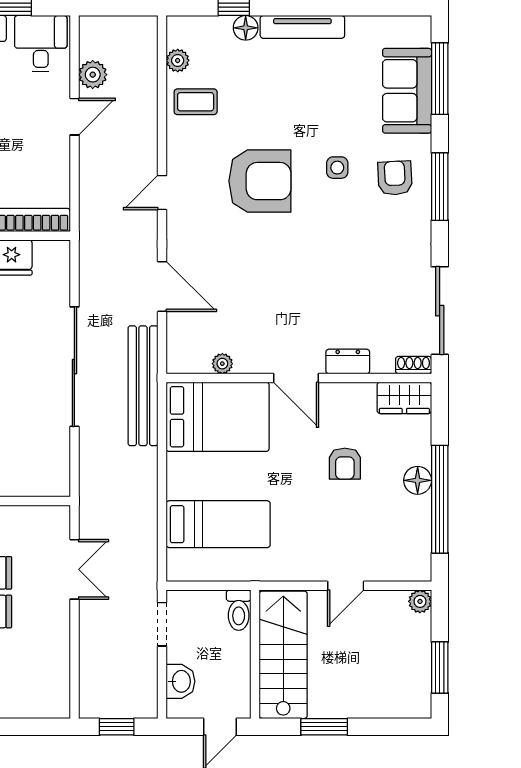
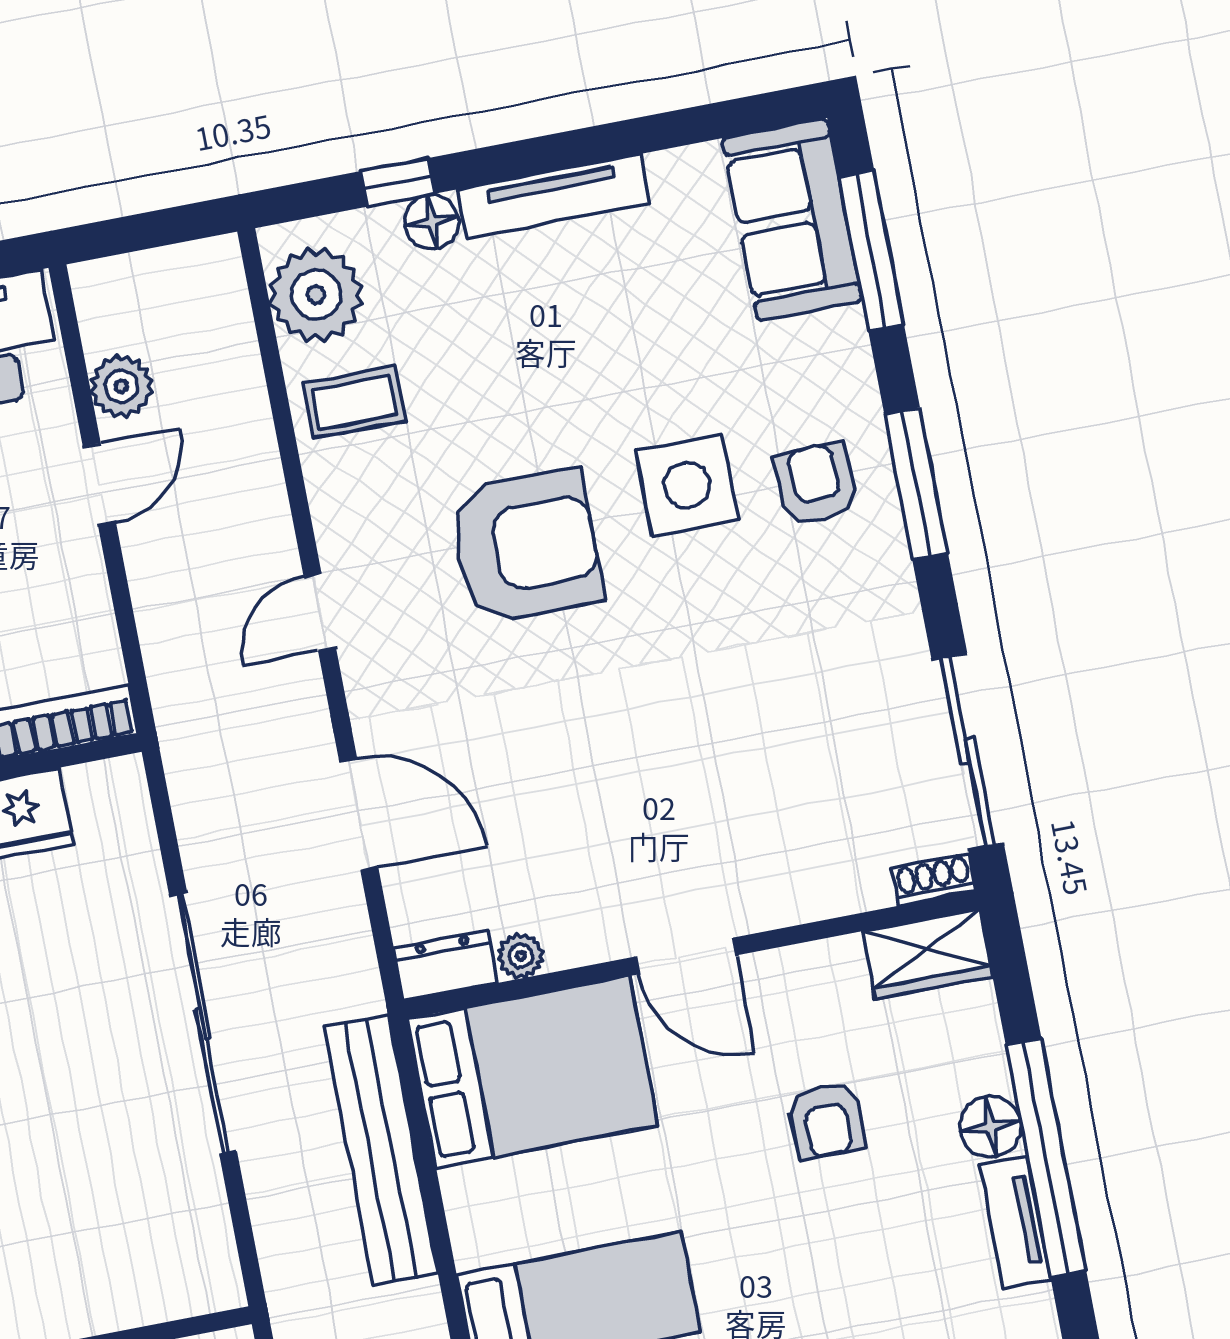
plant: (178, 60) -> (316, 295), width x1.87, depth x1.87
sofa: (407, 91) -> (792, 219), moved
side table: (337, 168) -> (687, 485), width x1.87, depth x1.87
dresser: (348, 361) -> (446, 965), moved
bench: (143, 386) -> (381, 1150), moved
tv unit: (420, 525) -> (1015, 1222), added

